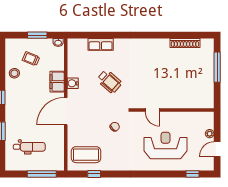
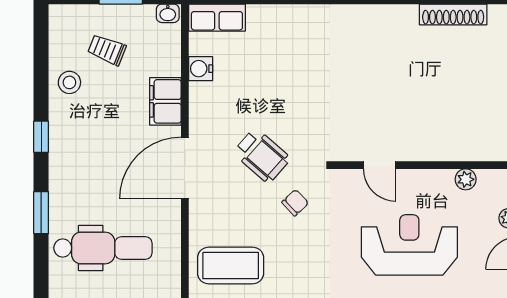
row of seats: (101, 44) -> (217, 18), moved
wheelchair: (109, 81) -> (262, 156), moved
water cooler: (73, 83) -> (201, 69), moved
plant: (191, 116) -> (466, 179), added
dental chair: (29, 147) -> (103, 248), width x1.36, depth x1.38

